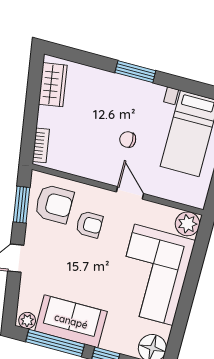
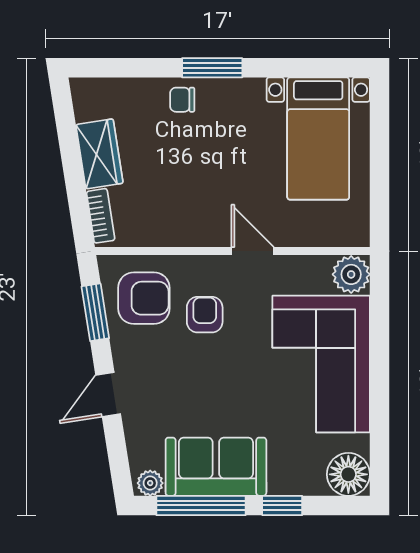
wardrobe: (53, 85) -> (99, 154), moved
chair: (128, 140) -> (182, 100), moved
armchair: (89, 224) -> (205, 315), turned -90

